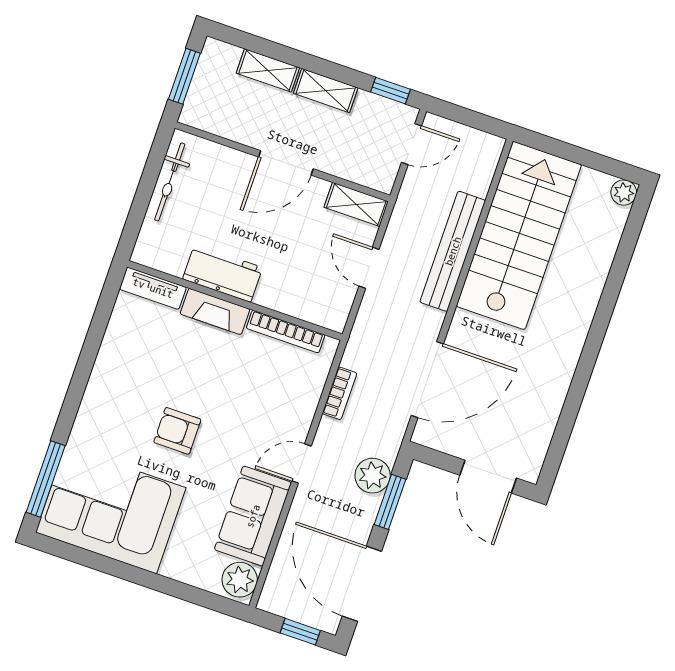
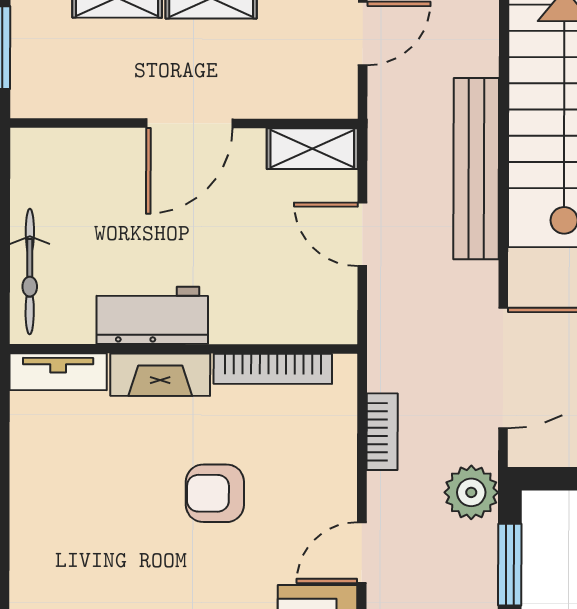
bicycle: (170, 182) -> (30, 271), moved
armchair: (177, 431) -> (215, 493), moved
plant: (373, 476) -> (471, 492), moved

